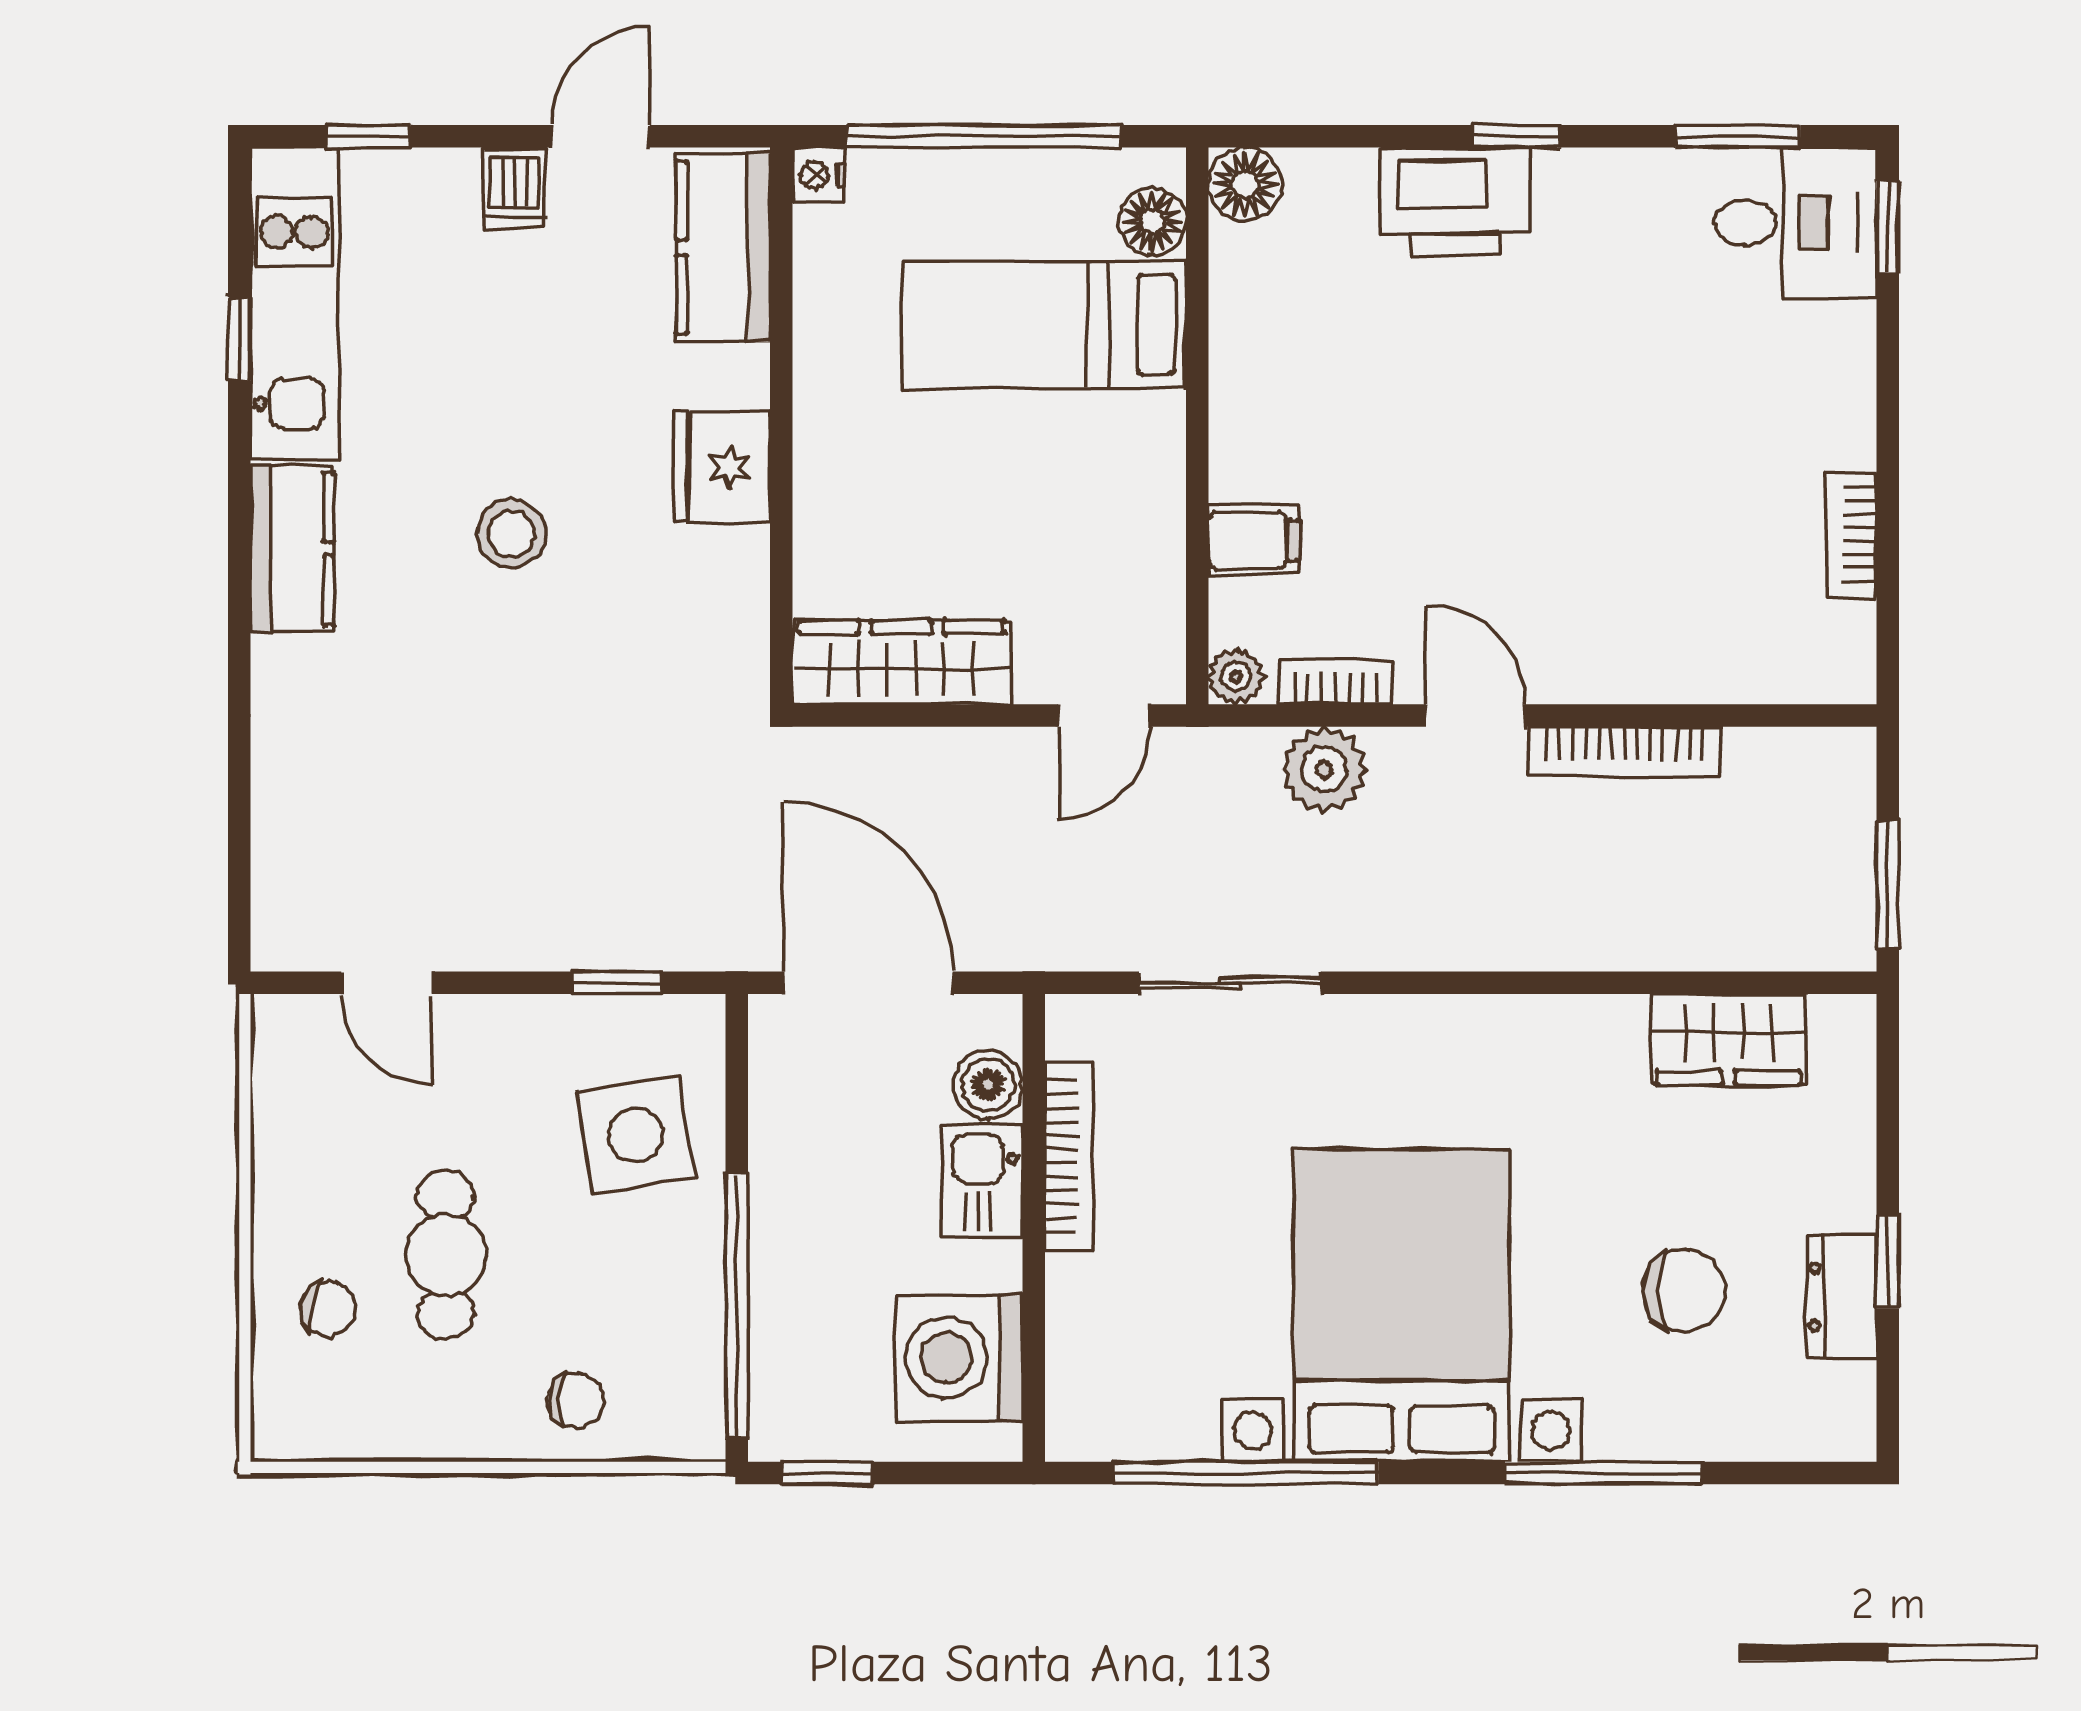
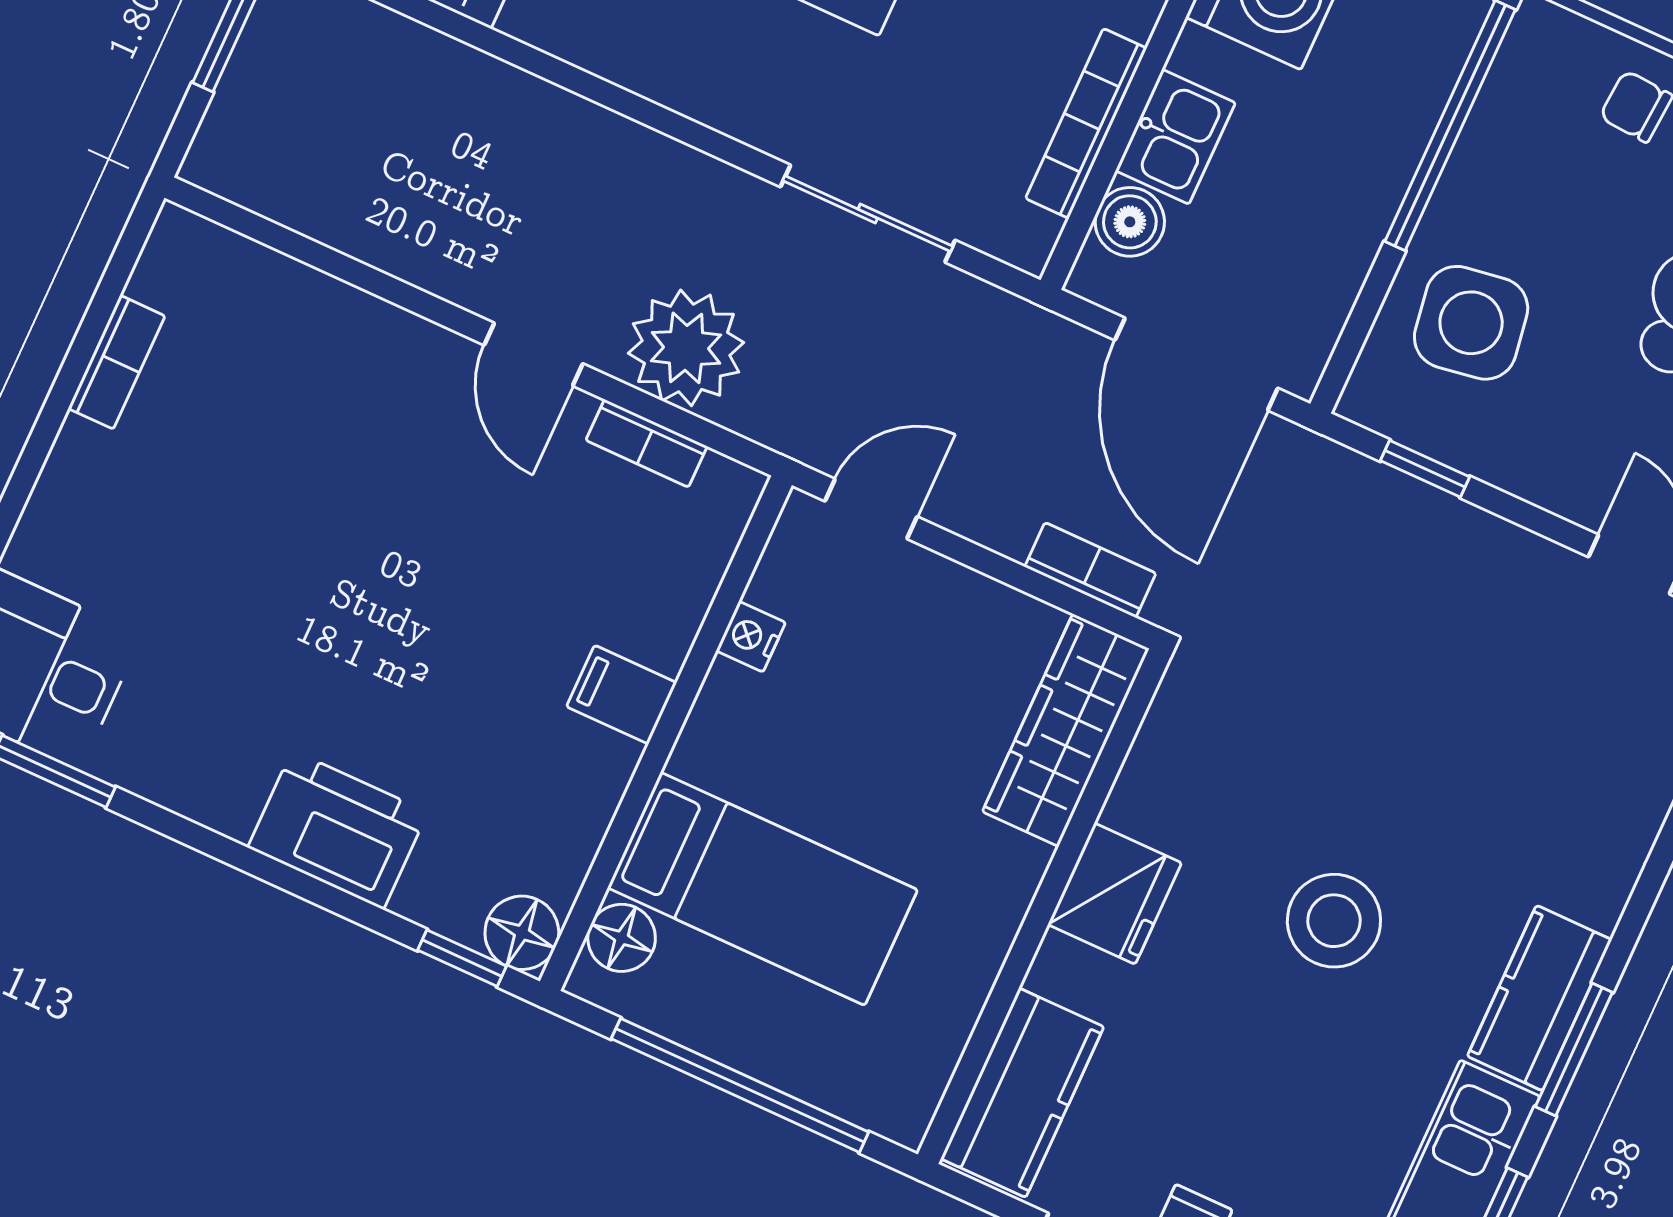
window: (1516, 136) -> (462, 958), moved
nightstand: (818, 175) -> (751, 637), moved, turned 180
window: (239, 516) -> (1574, 1049), added
stool: (511, 534) -> (1334, 921), width x1.38, depth x1.38
filing cabinet: (1254, 540) -> (622, 695), moved
wardrobe: (902, 662) -> (1066, 730), moved, turned 90
plant: (1236, 677) -> (735, 489), removed
bookcase: (1624, 751) -> (1090, 570), moved, width x0.64
plant: (1324, 769) -> (686, 348), width x1.36, depth x1.36

